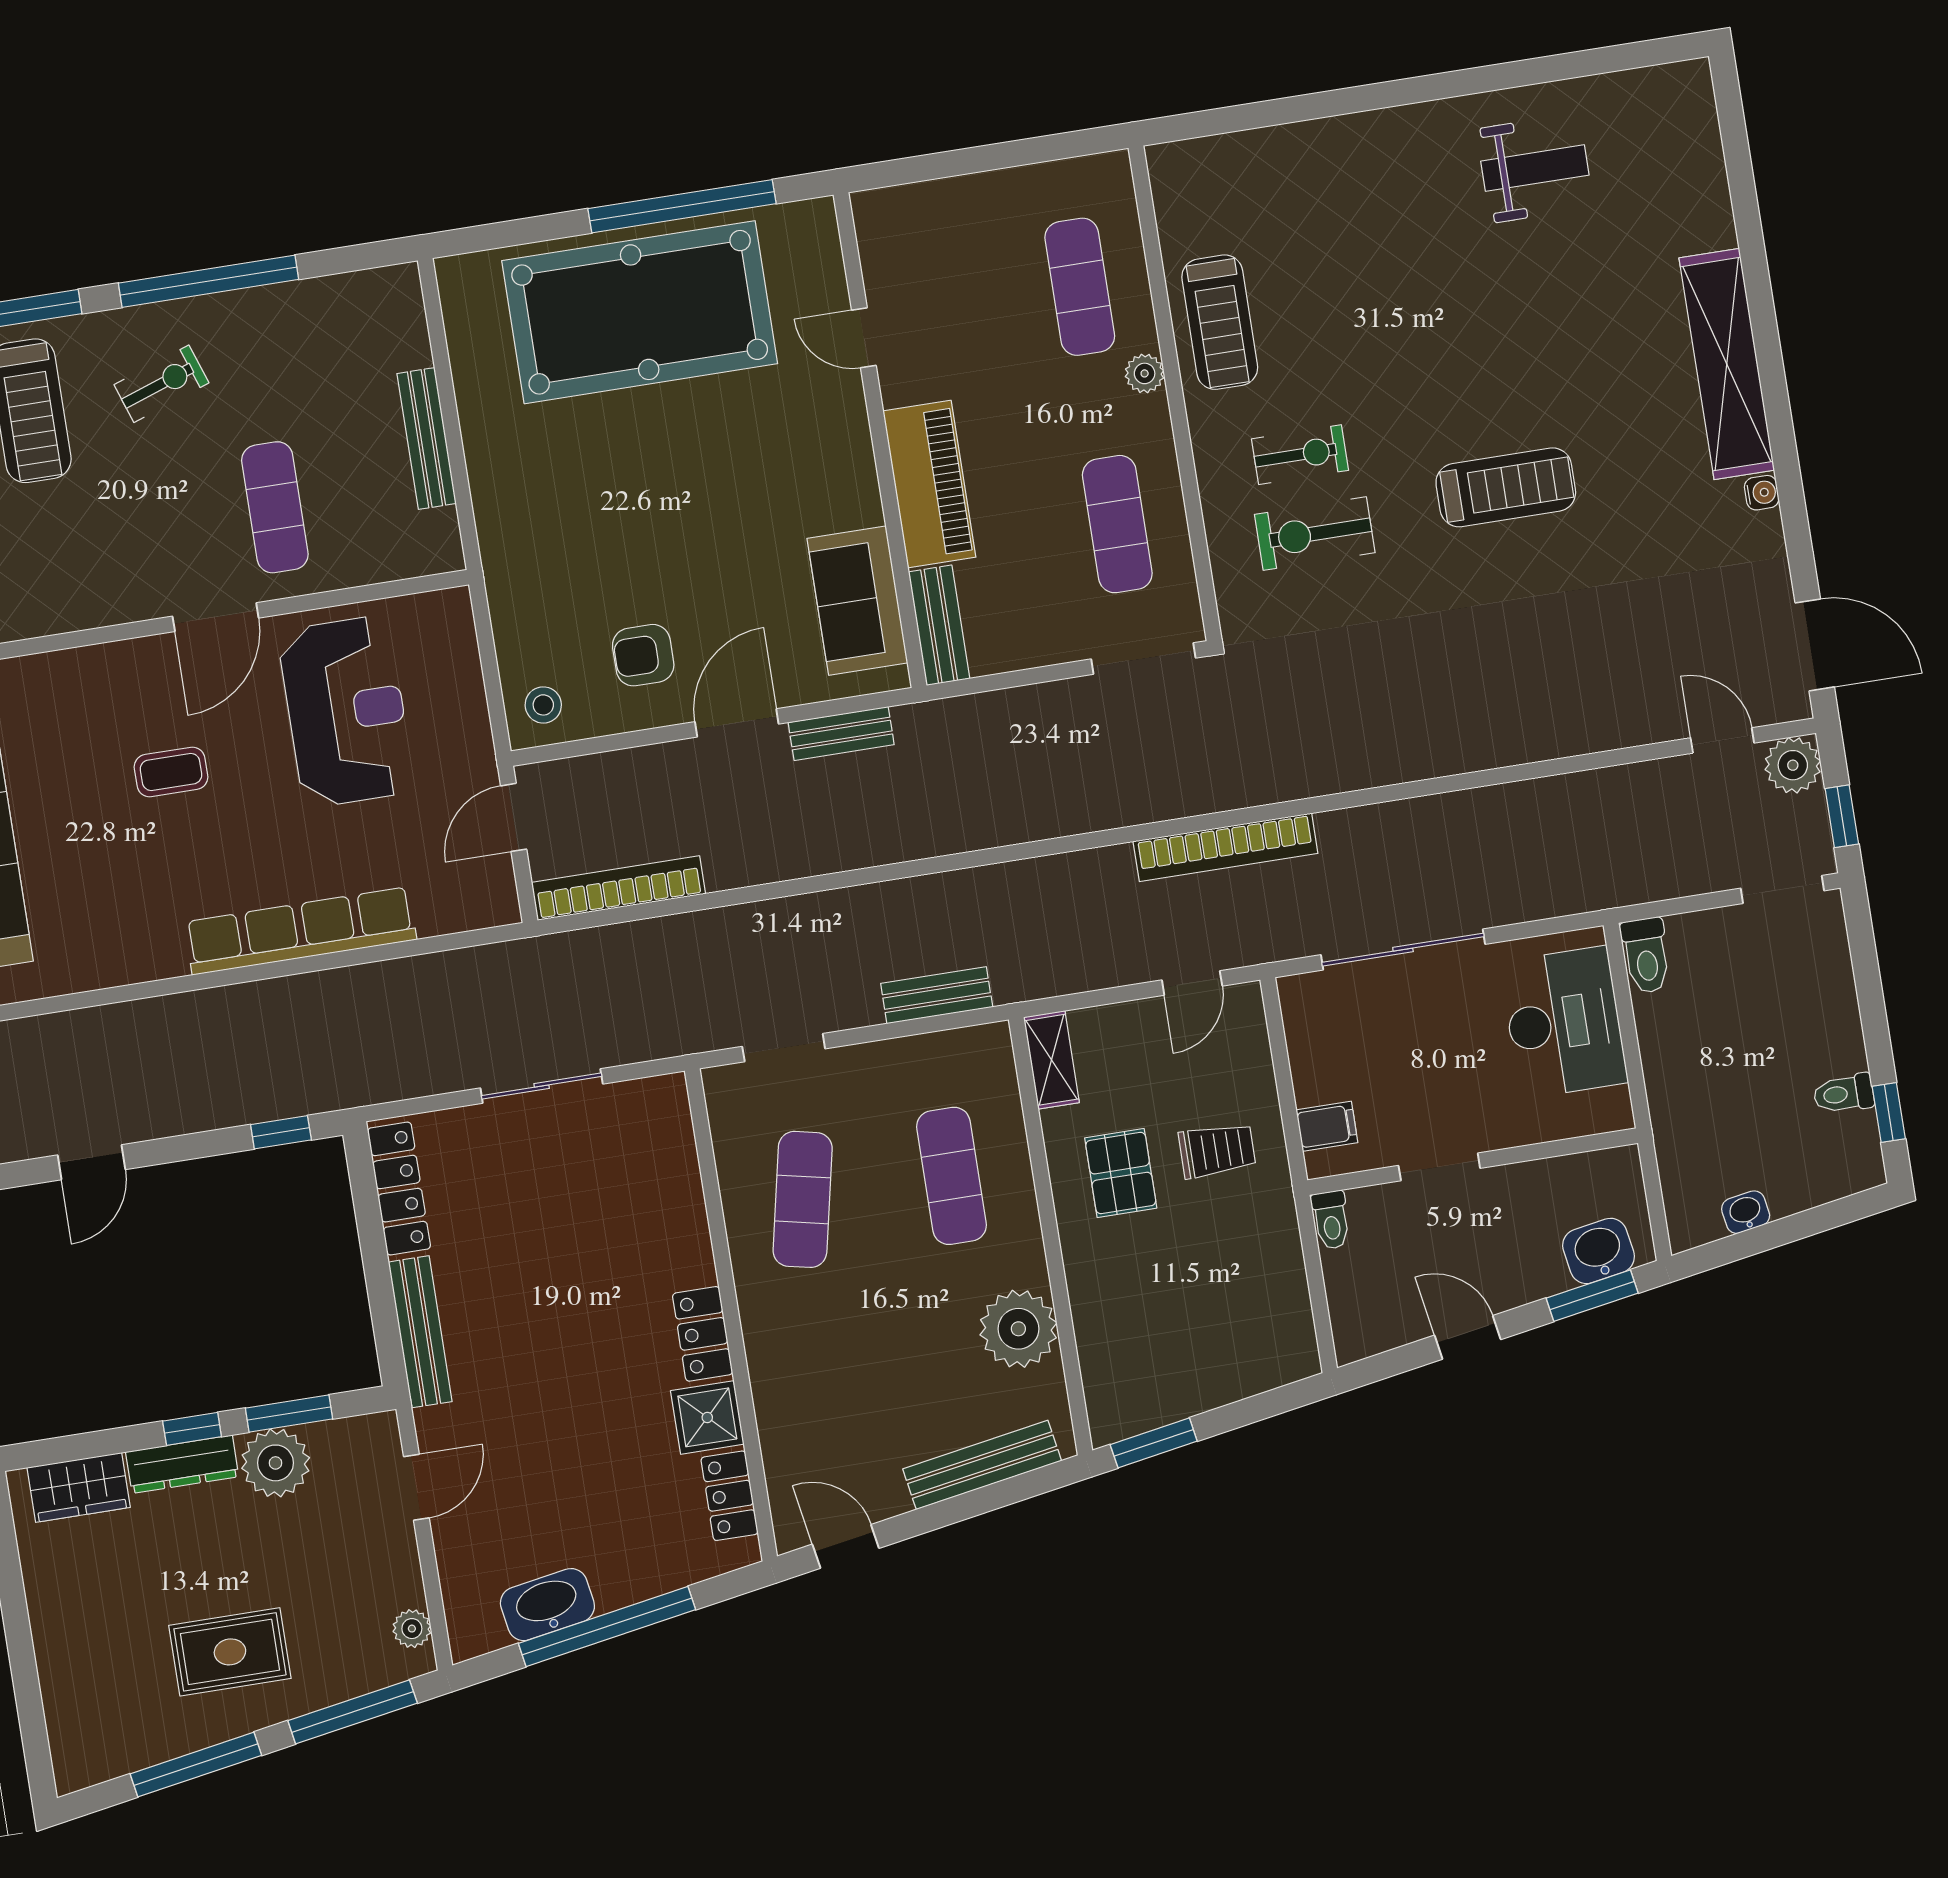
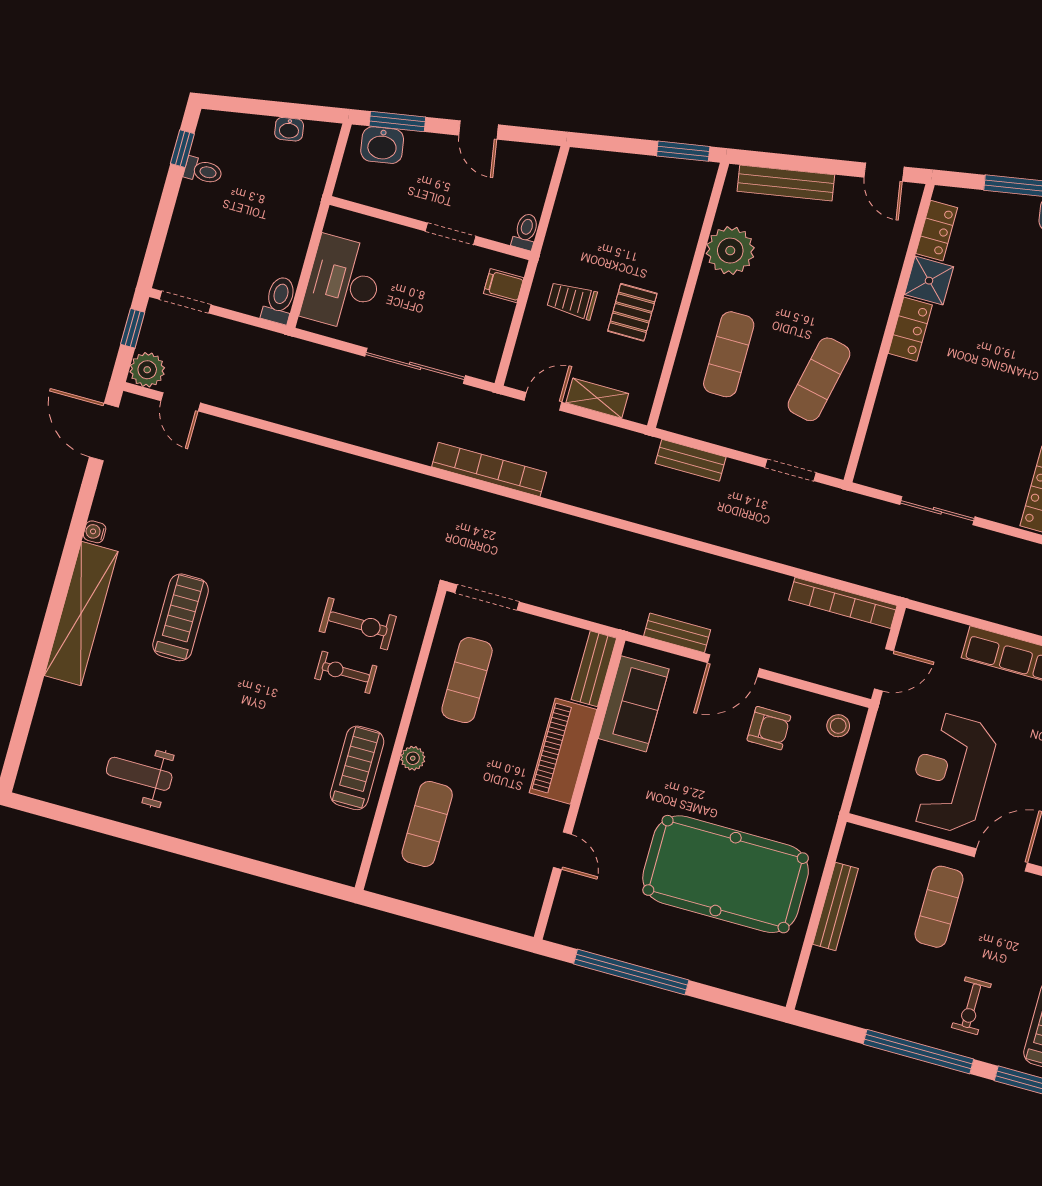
pool table: (640, 312) -> (726, 874), moved
exercise bike: (161, 384) -> (971, 1006), turned -71
treadmill: (1506, 487) -> (181, 617), moved, turned 90
shelving: (1052, 1060) -> (597, 398), moved, turned 90

